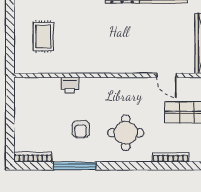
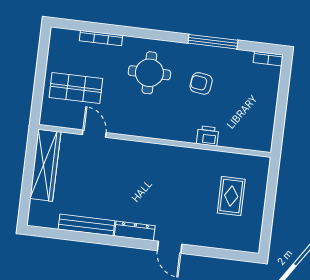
armchair: (81, 129) -> (201, 83), turned -82
bookcase: (33, 157) -> (268, 59), width x0.64

